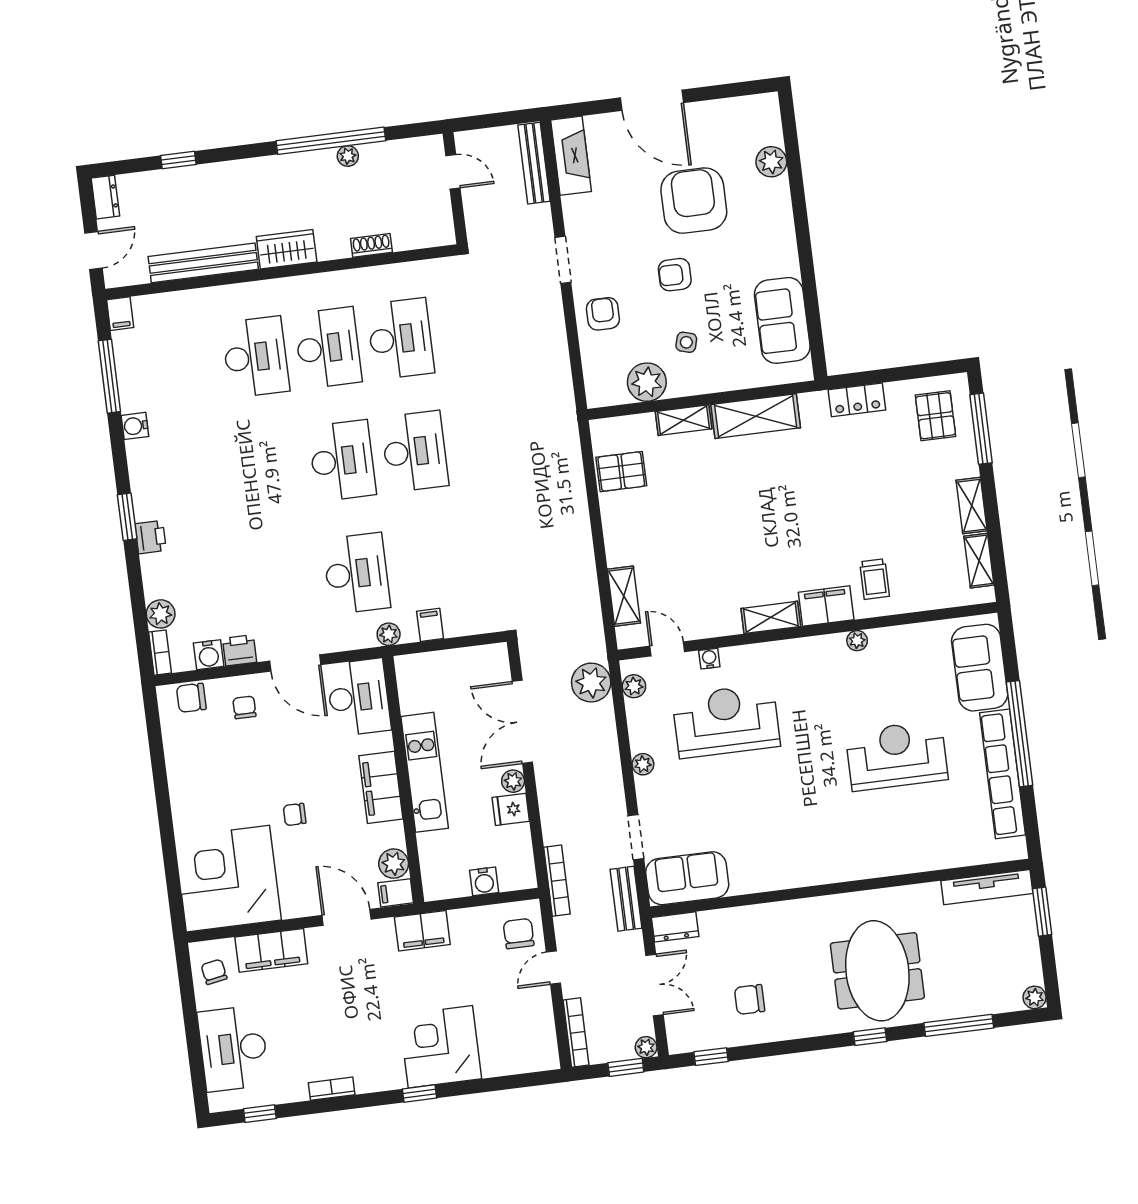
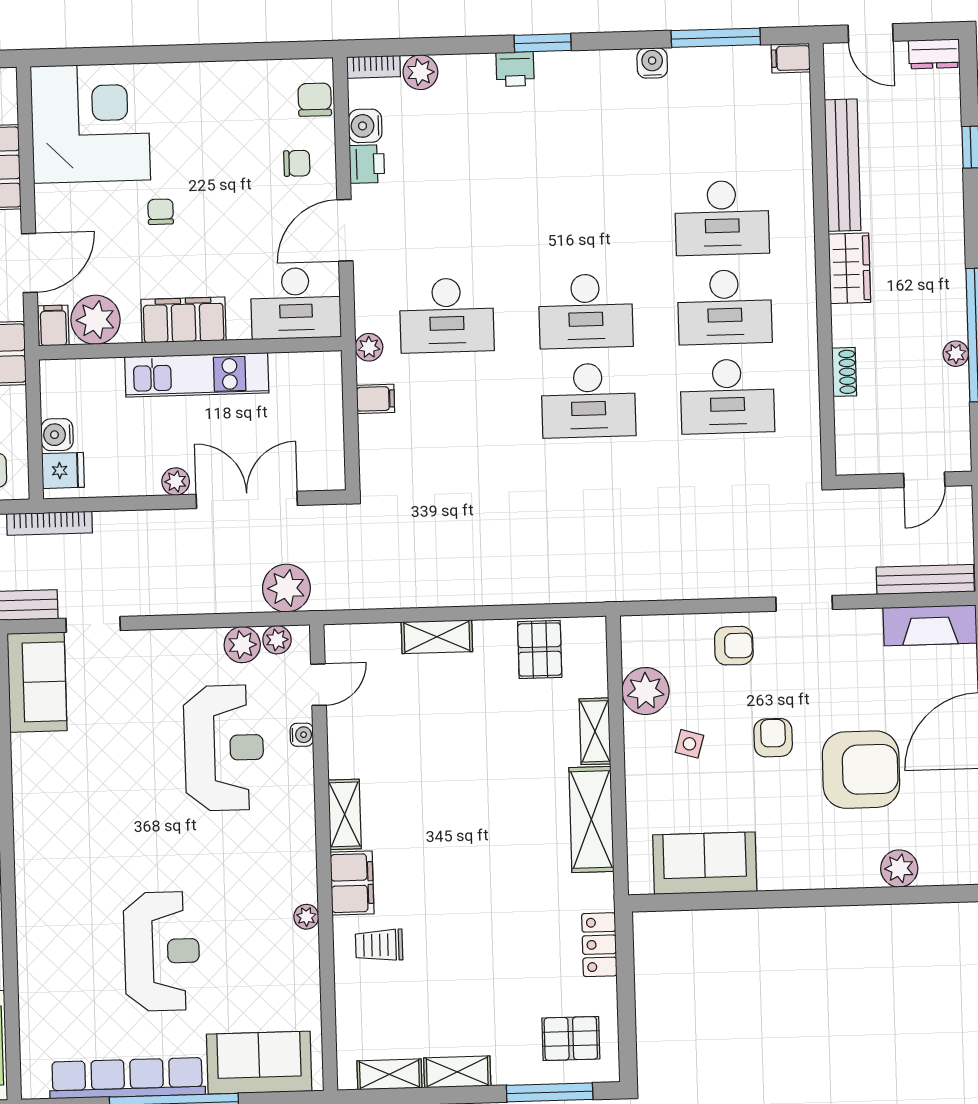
shelving: (624, 596) -> (437, 637), moved
plant: (643, 764) -> (242, 645), moved, width x1.38, depth x1.38
fridge: (511, 809) -> (63, 470), moved, turned 90
plant: (394, 864) -> (96, 320), width x1.36, depth x1.36

